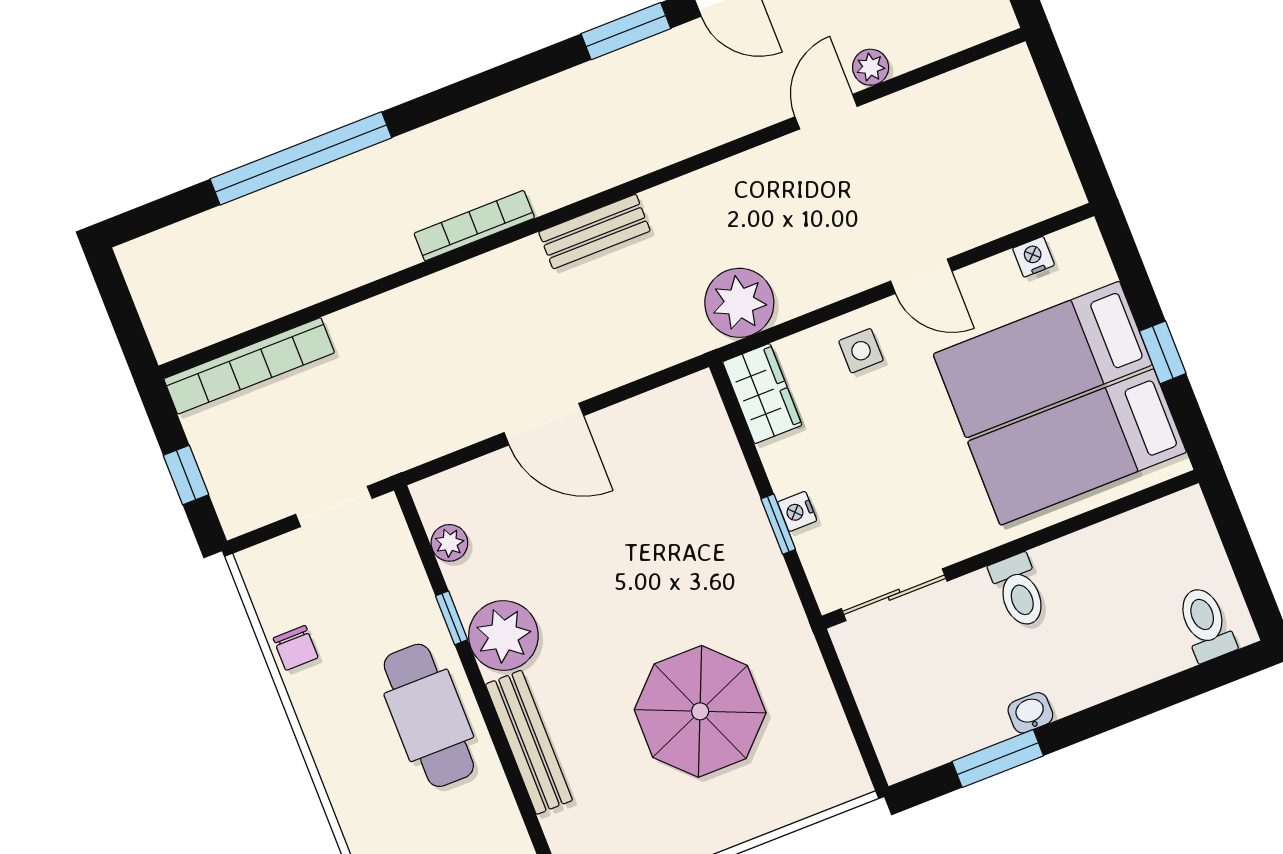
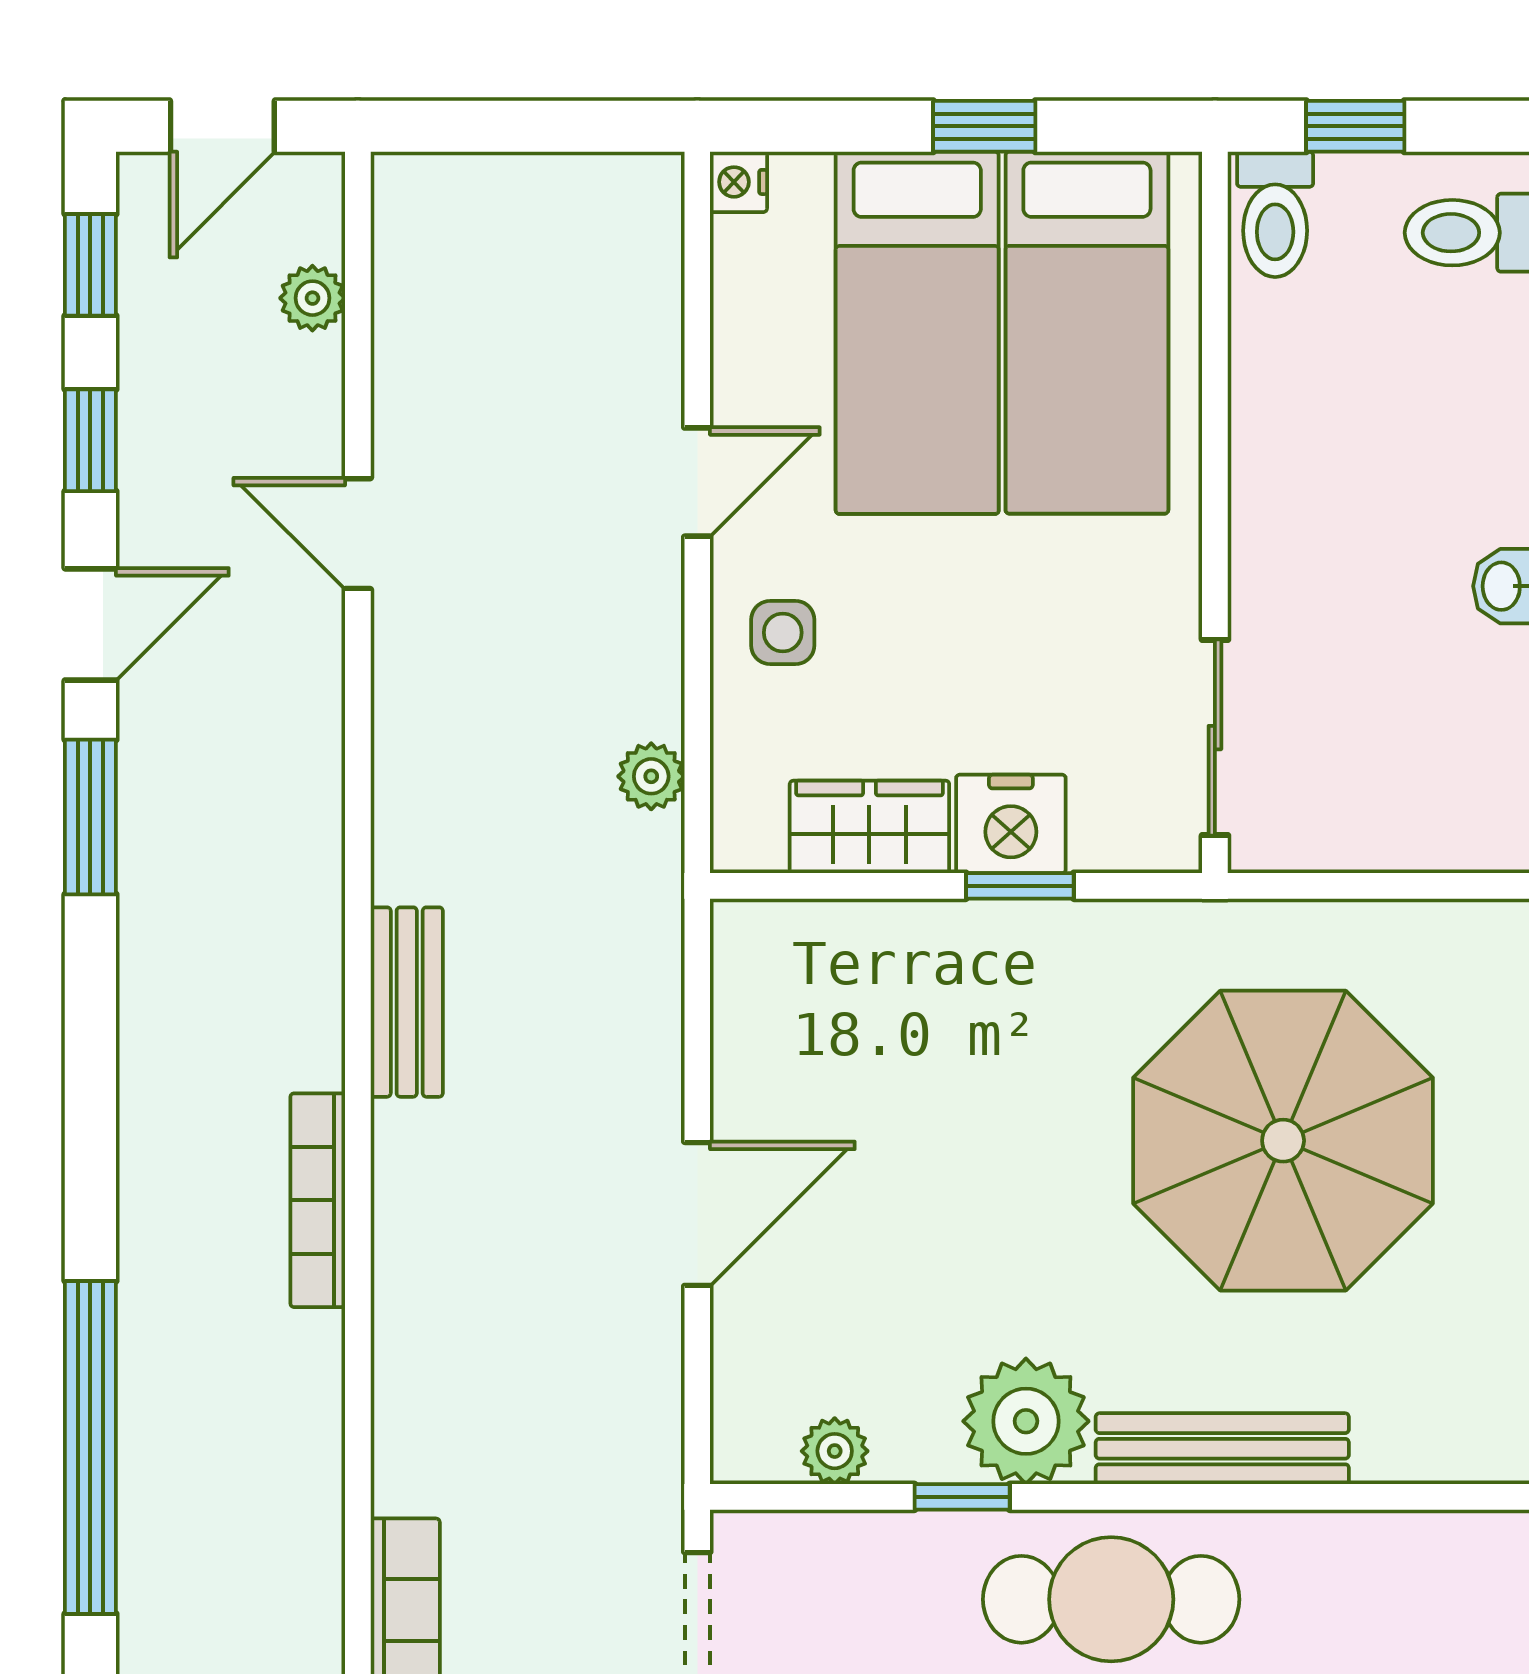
plant: (871, 67) -> (312, 298), moved
nightstand: (1034, 257) -> (739, 182), moved
plant: (739, 303) -> (651, 776), width x0.53, depth x0.53
wardrobe: (762, 394) -> (869, 827), moved
nightstand: (797, 511) -> (1011, 824), width x1.89, depth x1.79
window: (1238, 544) -> (1355, 126), added
toilet: (1019, 591) -> (1275, 214), moved, turned 90
parasol: (700, 711) -> (1283, 1141), width x1.36, depth x1.36

